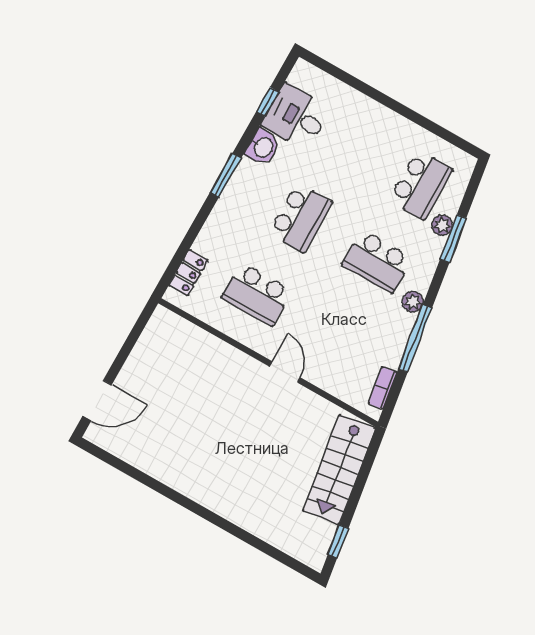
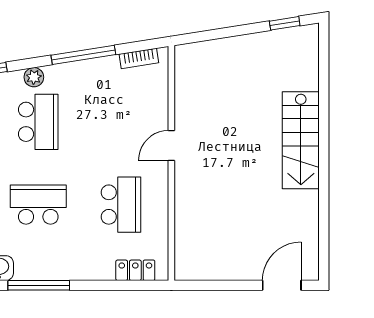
window: (225, 175) -> (39, 285), width x1.44
plant: (413, 302) -> (34, 77), moved
door: (97, 400) -> (282, 285), hinge flipped
stairs: (339, 469) -> (301, 140), moved, turned 99

